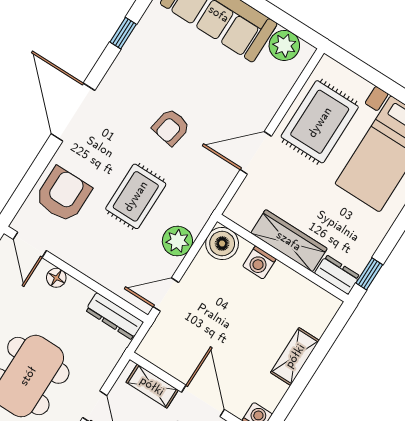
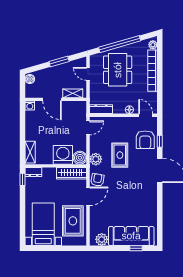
window: (123, 33) -> (160, 141), moved
armchair: (171, 127) -> (97, 180), moved
plant: (177, 241) -> (96, 159), moved
wardrobe: (289, 241) -> (72, 173), moved
washing machine: (259, 263) -> (63, 155), width x1.89, depth x1.89
shelving: (295, 356) -> (30, 152), moved

